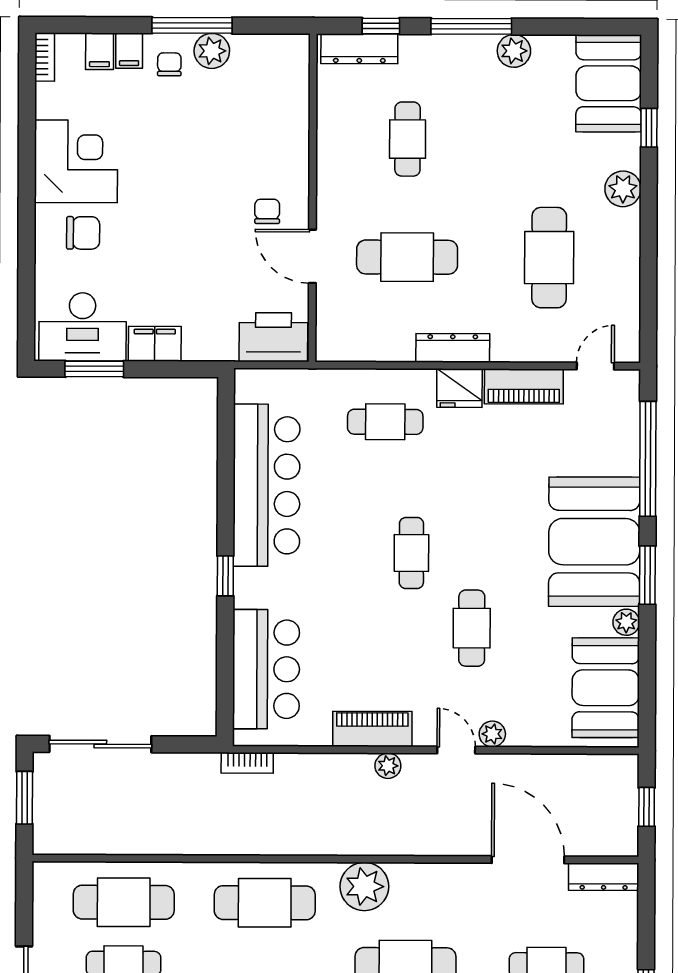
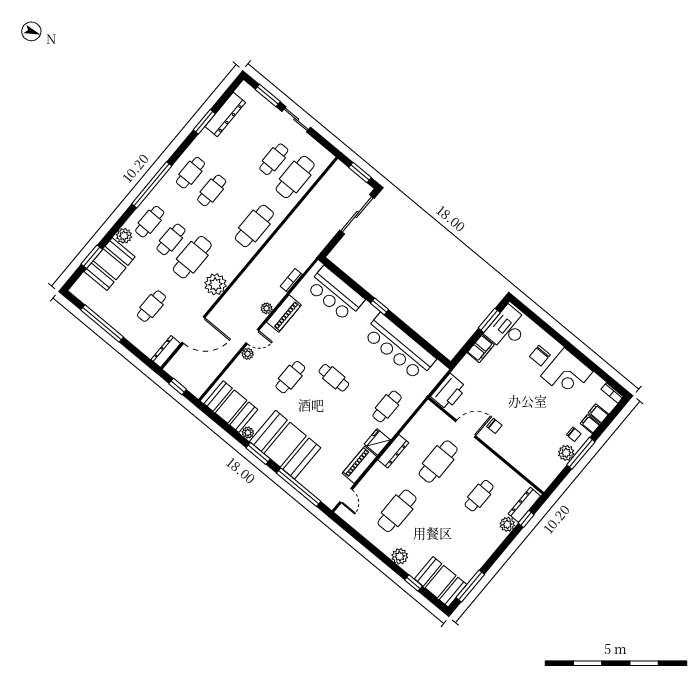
window: (471, 26) -> (470, 586), moved
plant: (514, 51) -> (507, 524), moved
cafe table: (408, 139) -> (479, 496), turned 90
cafe table: (549, 258) -> (397, 511), turned 90
cafe table: (472, 628) -> (290, 377), turned 90
bookcase: (247, 763) -> (291, 280), moved
plant: (364, 887) -> (215, 284), moved

